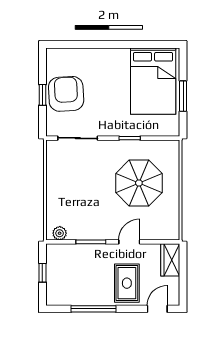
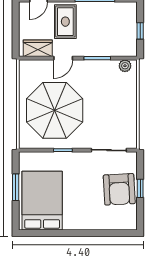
parasol: (139, 183) -> (55, 110), width x1.36, depth x1.36
wardrobe: (170, 260) -> (38, 48), moved, turned -90

